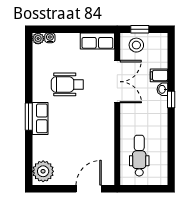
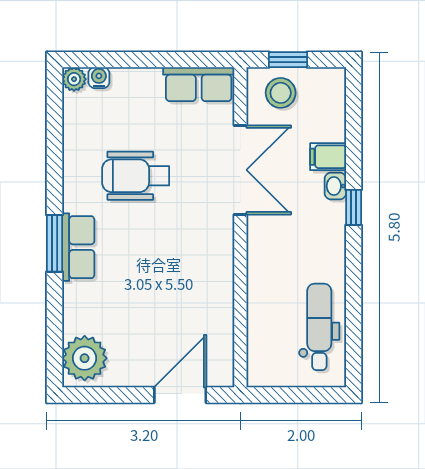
dental chair: (139, 156) -> (319, 327), moved

